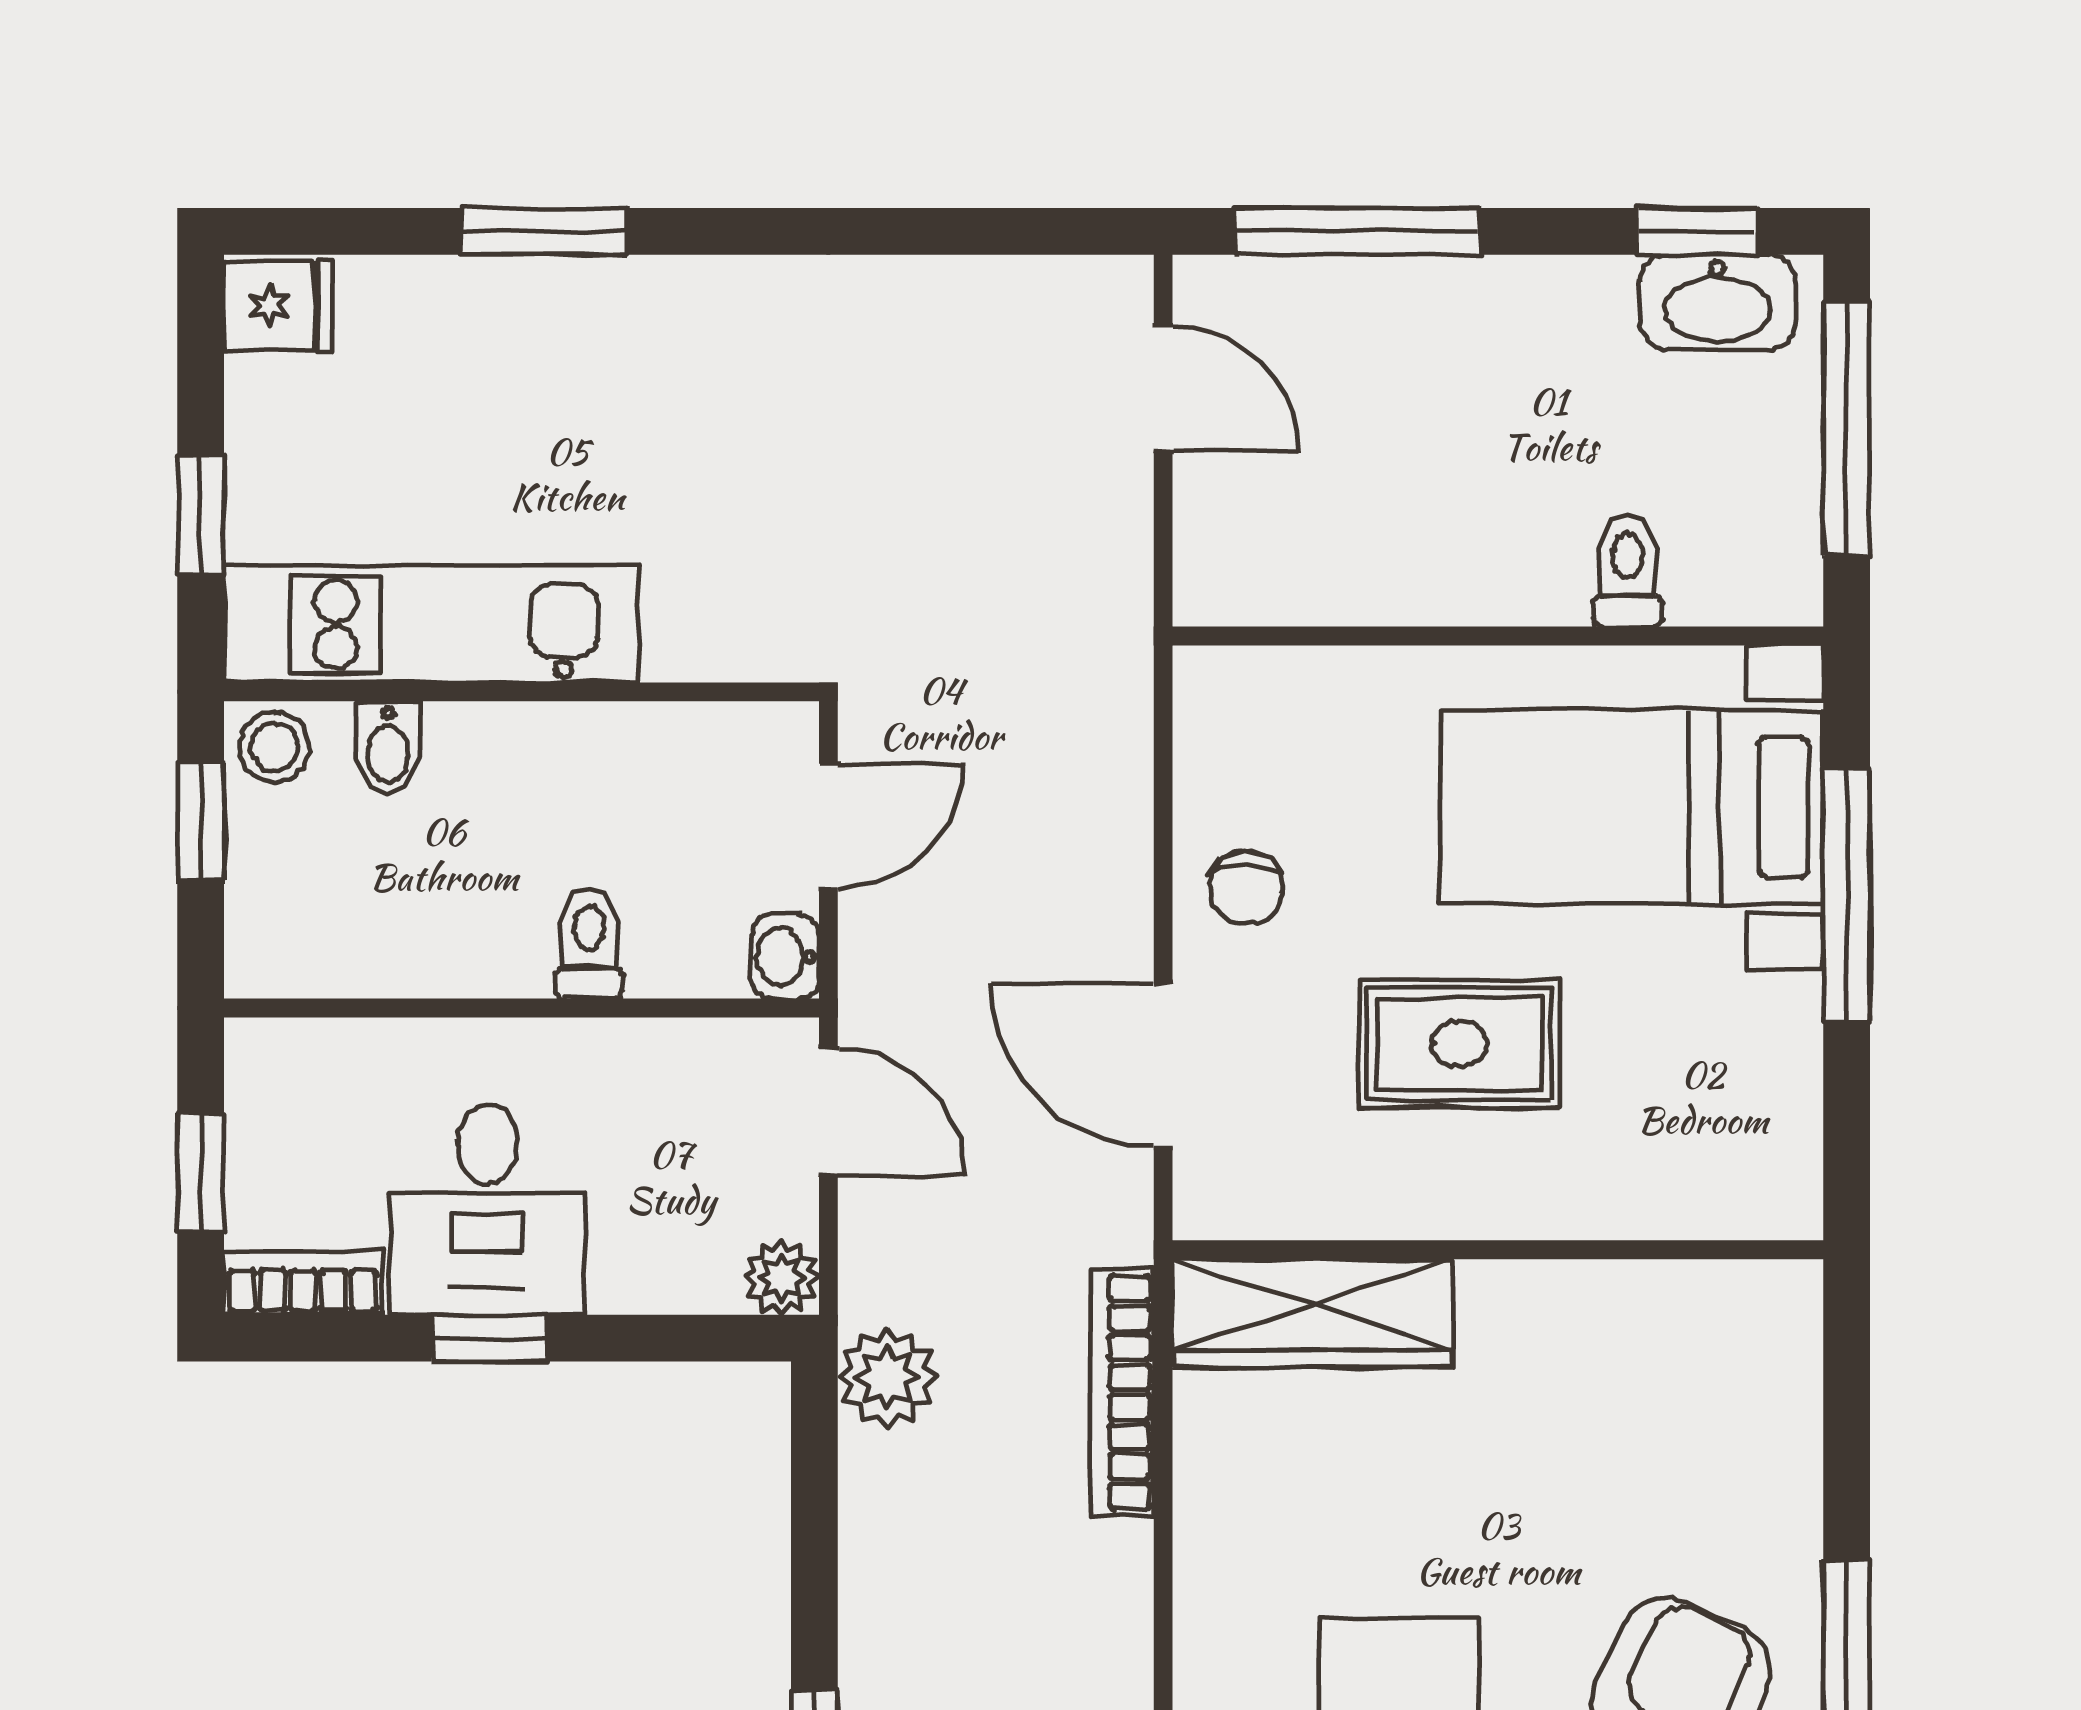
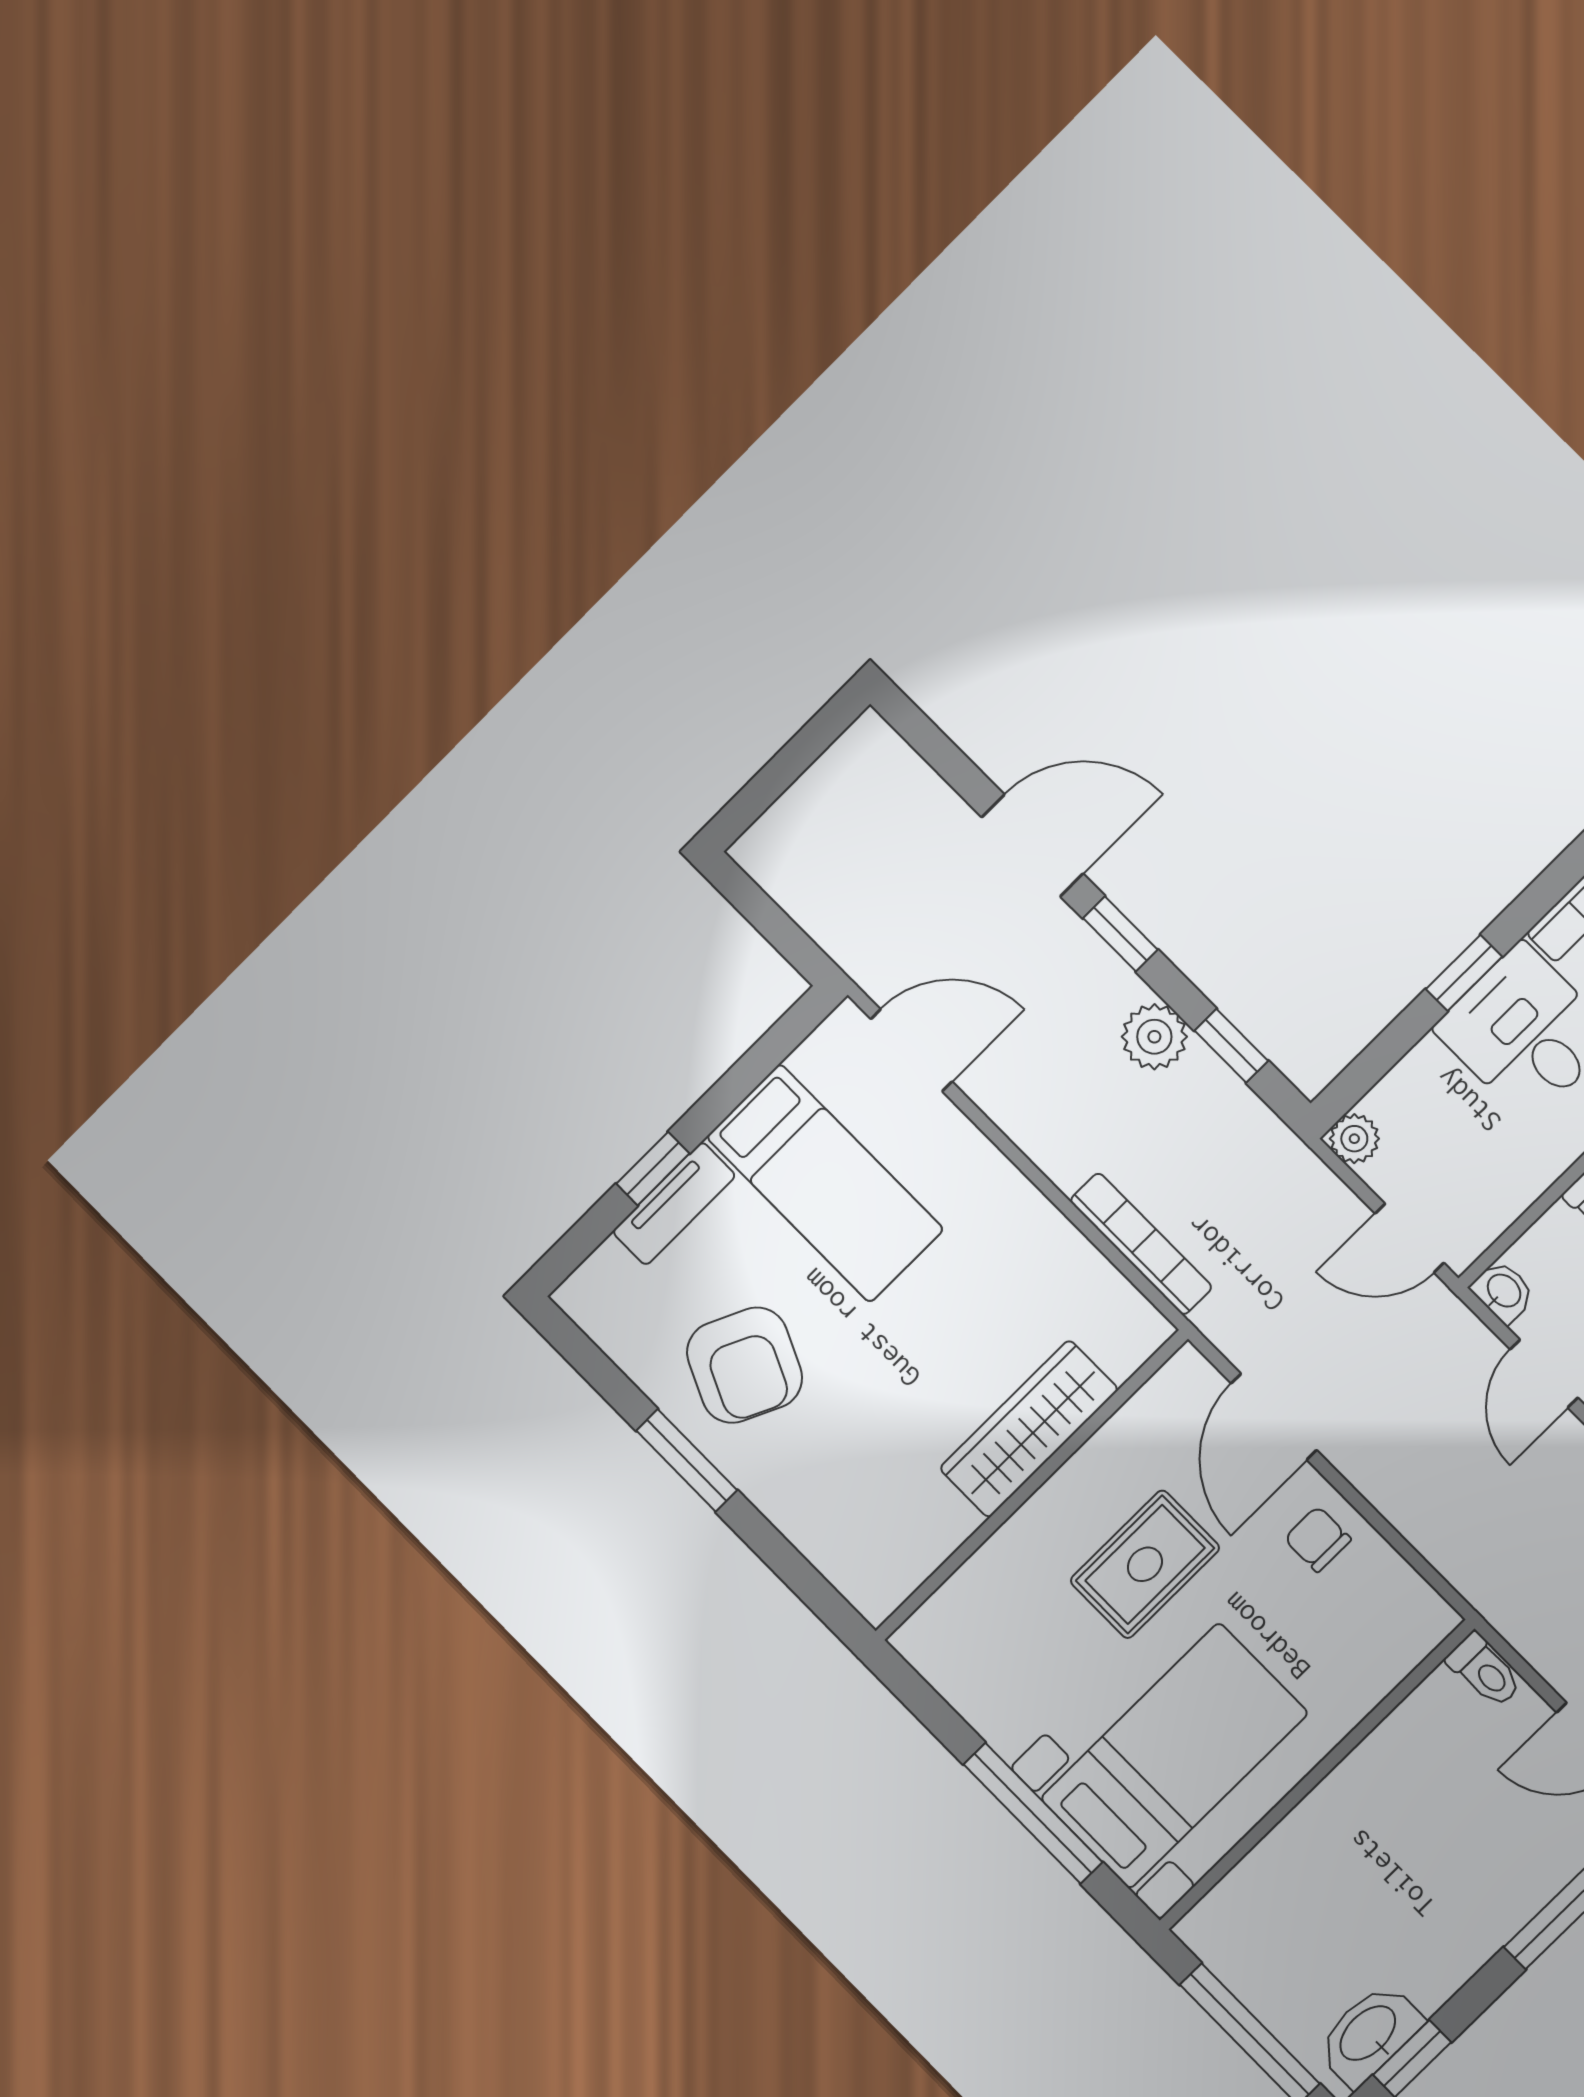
toilet: (1628, 571) -> (1484, 1671), moved
door: (1163, 1065) -> (1274, 1417), swing flipped
wardrobe: (1312, 1313) -> (1029, 1429), moved
plant: (887, 1377) -> (1154, 1037), moved
window: (814, 1508) -> (1231, 1046), added

